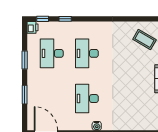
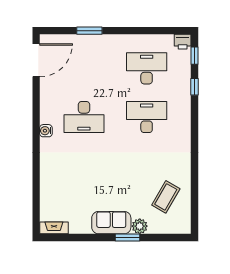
window: (25, 60) -> (137, 31), removed
desk: (87, 99) -> (84, 117), turned 180

